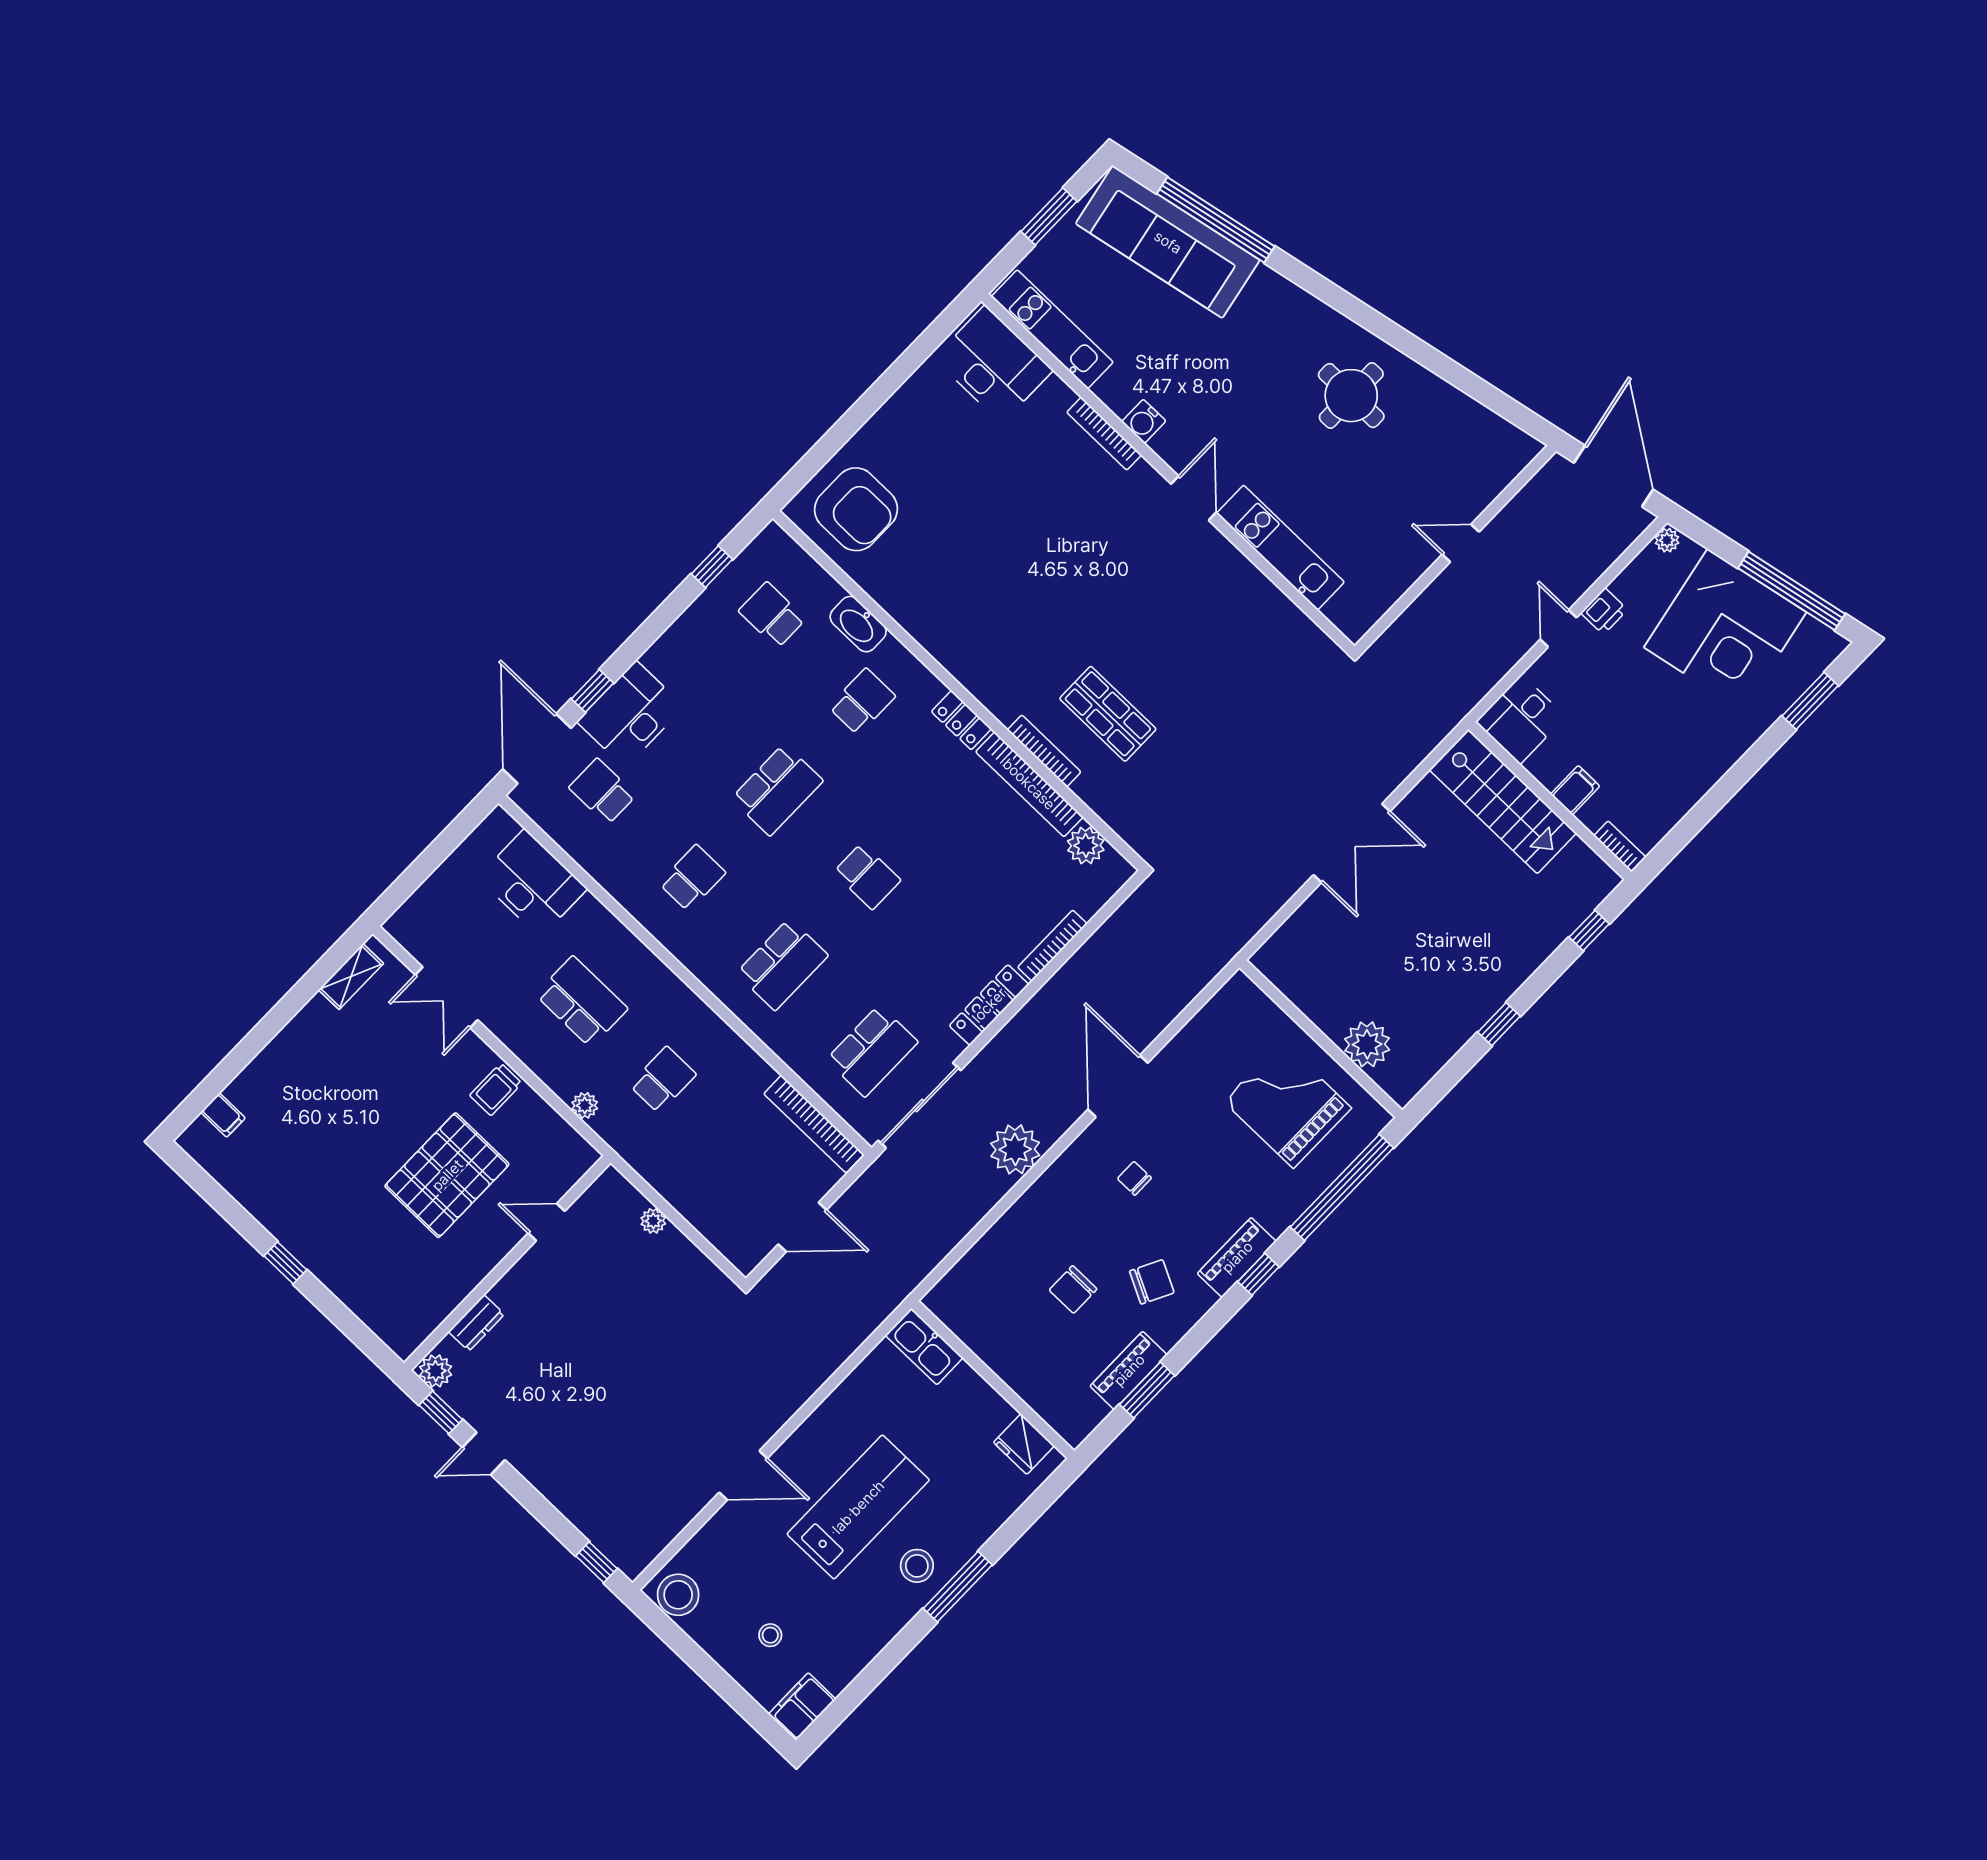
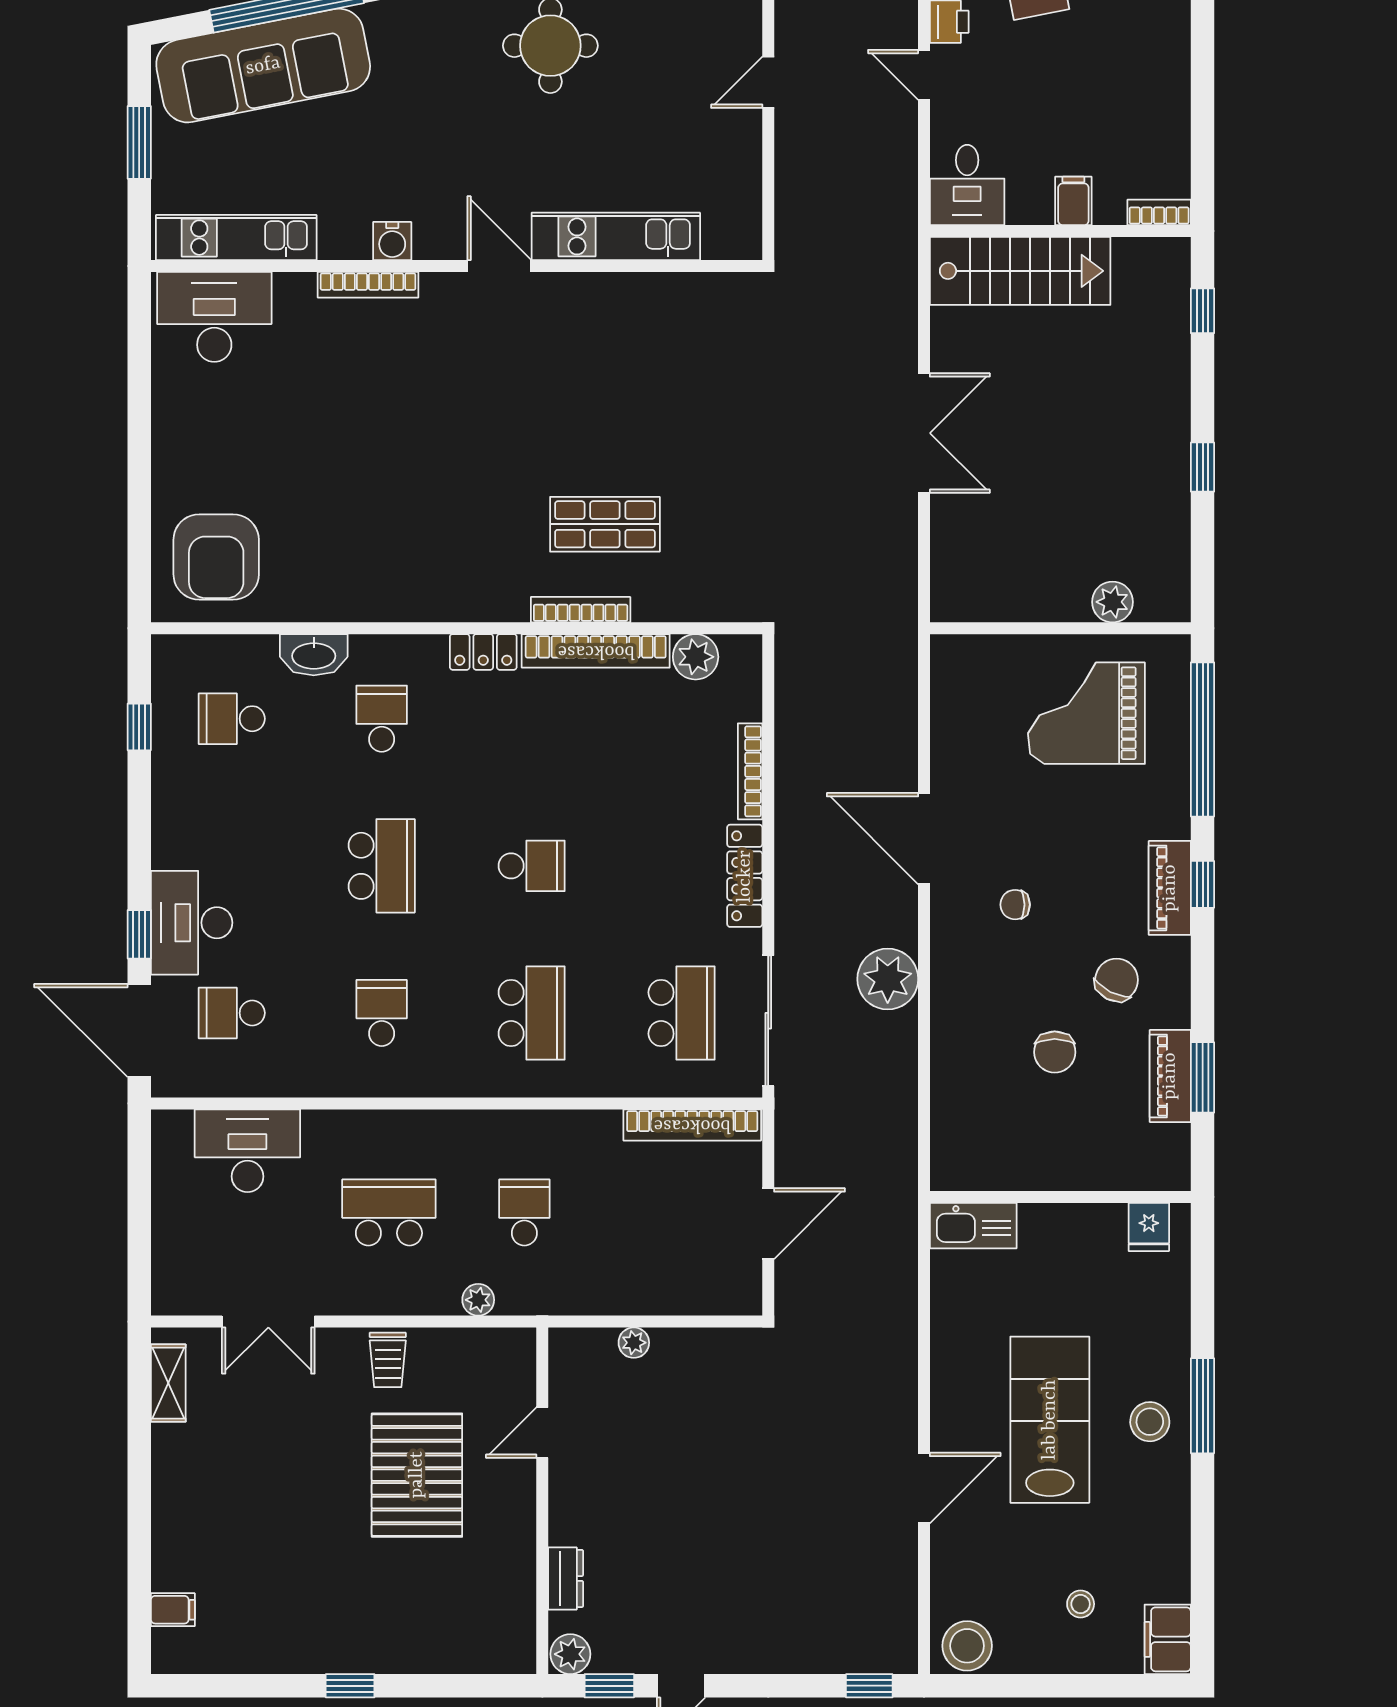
armchair: (856, 509) -> (216, 557), turned 90
plant: (1367, 1044) -> (1113, 602), width x0.73, depth x0.73
fridge: (1024, 1444) -> (1149, 1227), width x0.72

